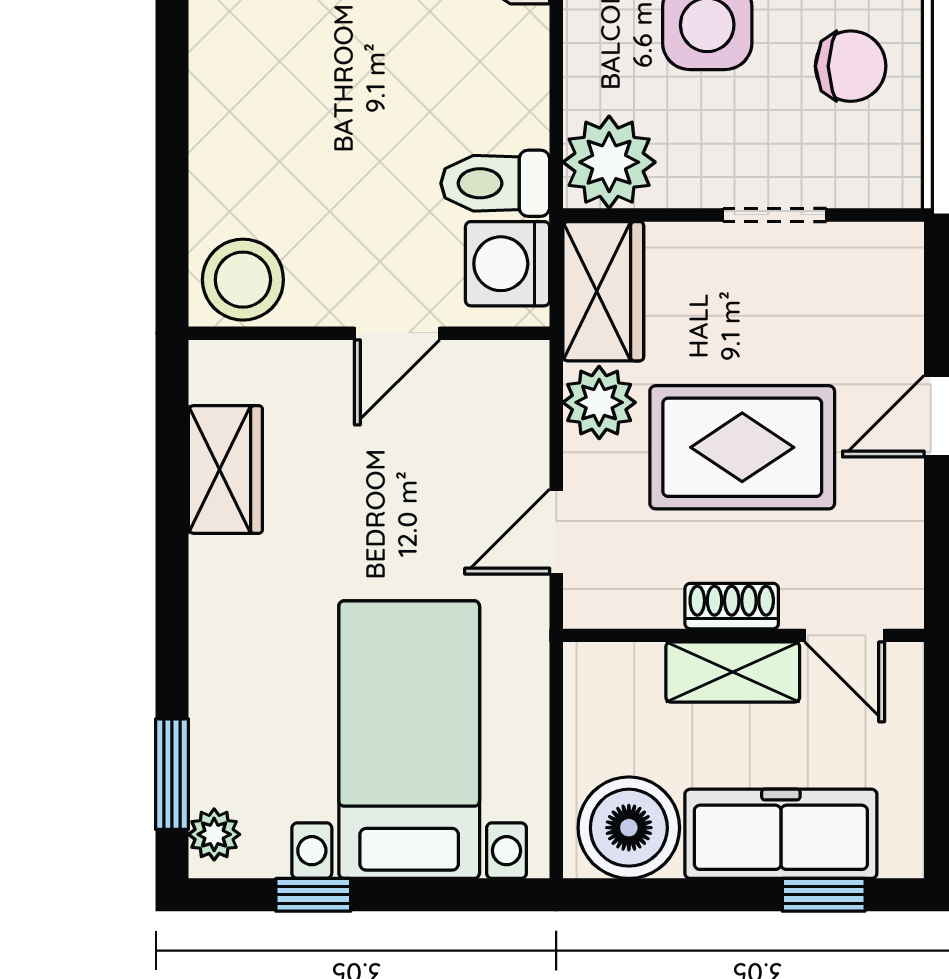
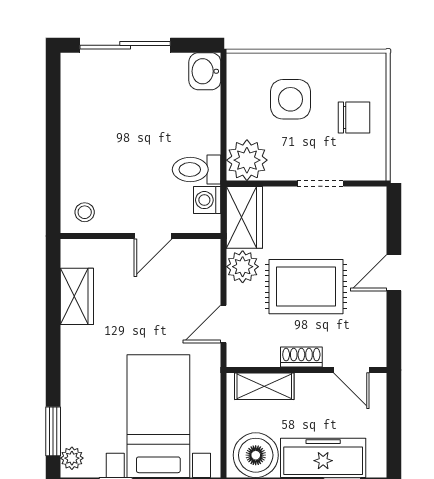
washing machine: (508, 264) -> (207, 200), width x0.73, depth x0.73
stool: (243, 280) -> (85, 212), width x0.53, depth x0.53
shelving: (733, 672) -> (264, 386), moved

